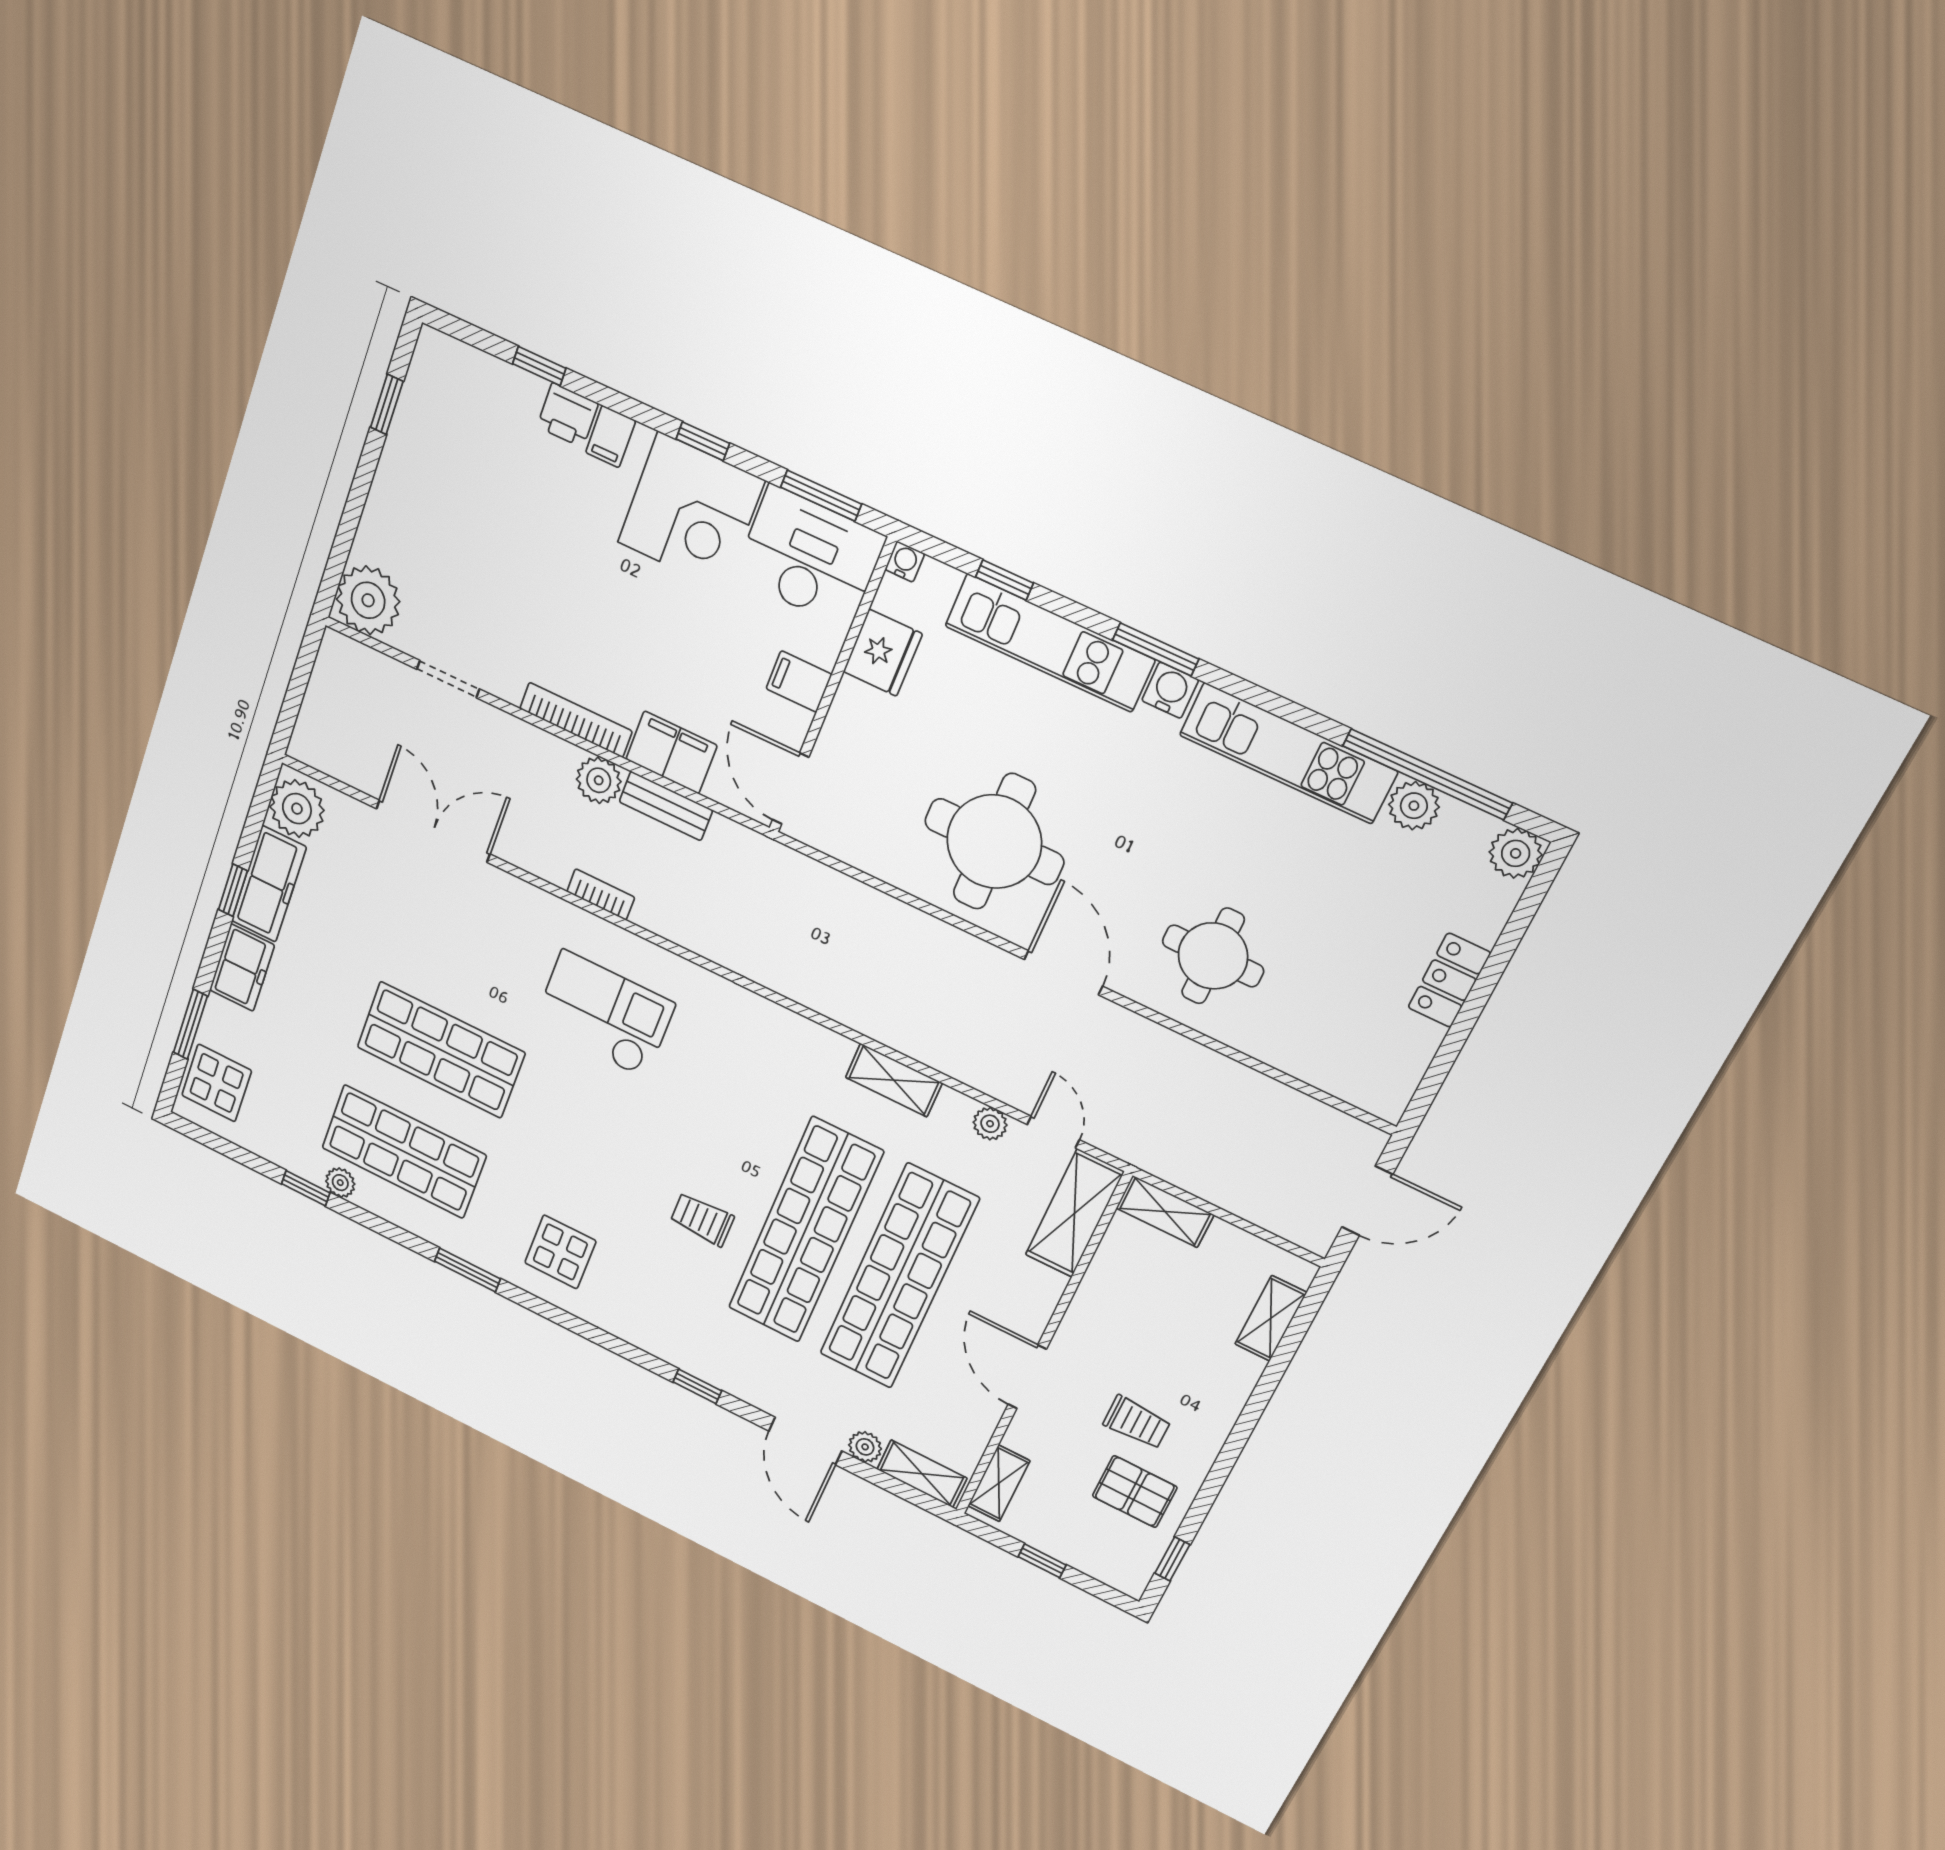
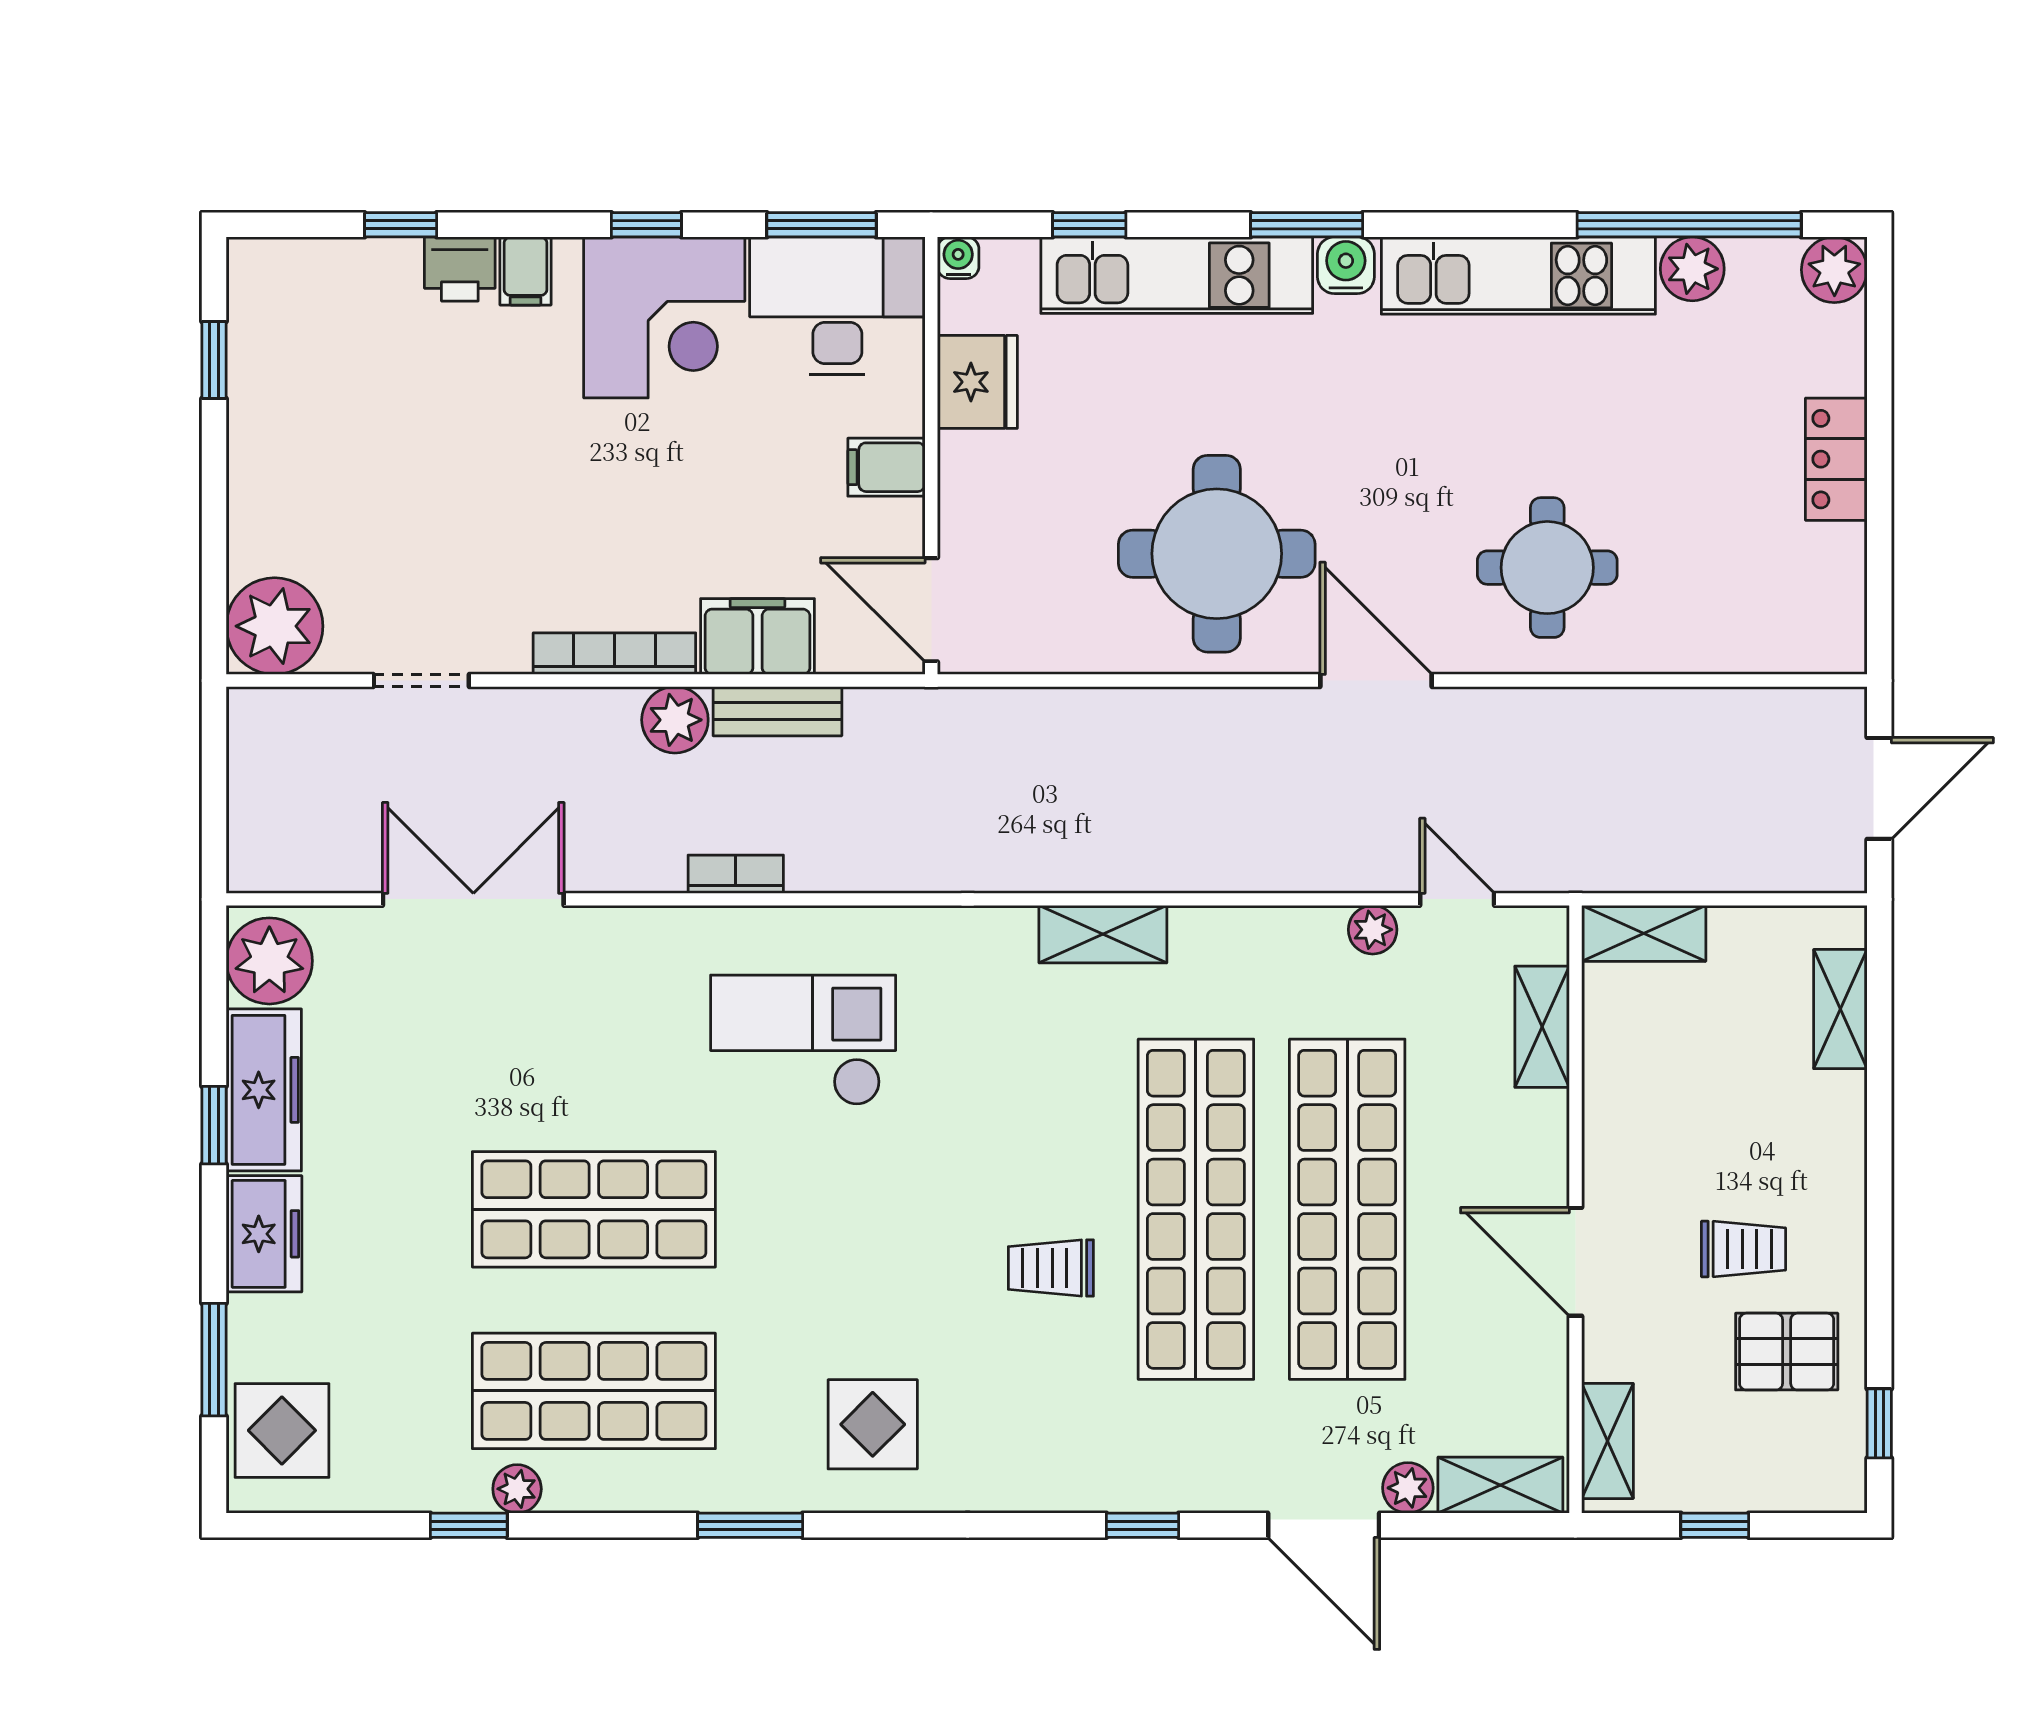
shelving: (894, 1080) -> (1103, 934), moved
shelving: (1075, 1213) -> (1542, 1027), width x0.67, depth x0.75

